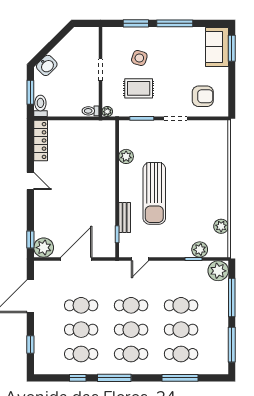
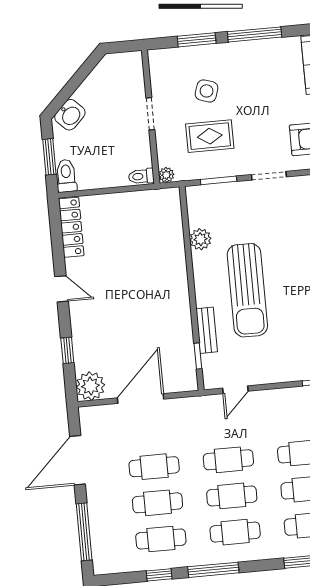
window: (30, 240) -> (67, 350), moved
window: (30, 344) -> (84, 532), width x2.17

